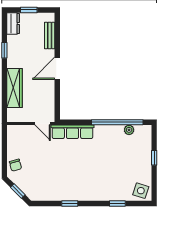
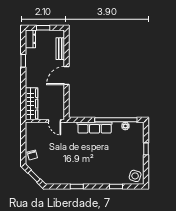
wardrobe: (15, 88) -> (32, 104), moved
row of seats: (73, 132) -> (95, 128), moved

